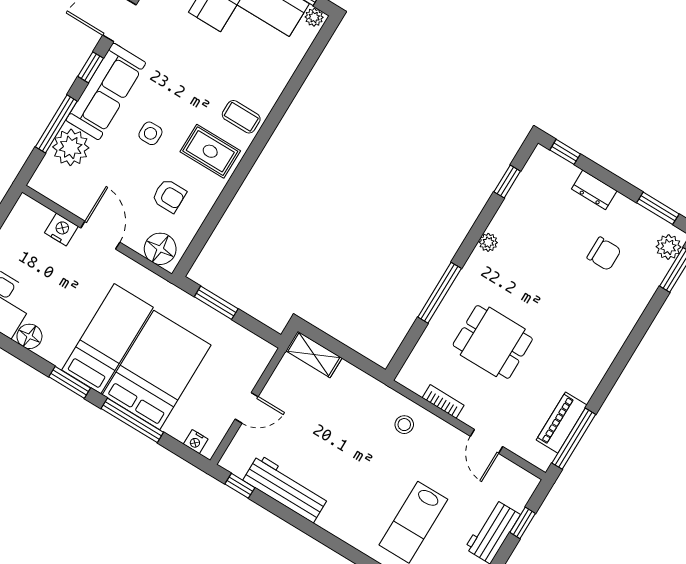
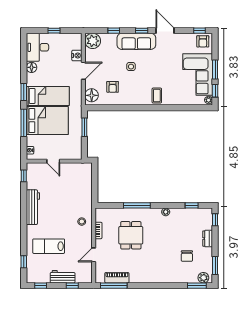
window: (56, 124) -> (114, 31), width x0.46
plant: (71, 147) -> (93, 41), moved
rug: (210, 151) -> (138, 92), removed
shelving: (314, 354) -> (87, 174), removed
workbench: (286, 489) -> (33, 207), moved

